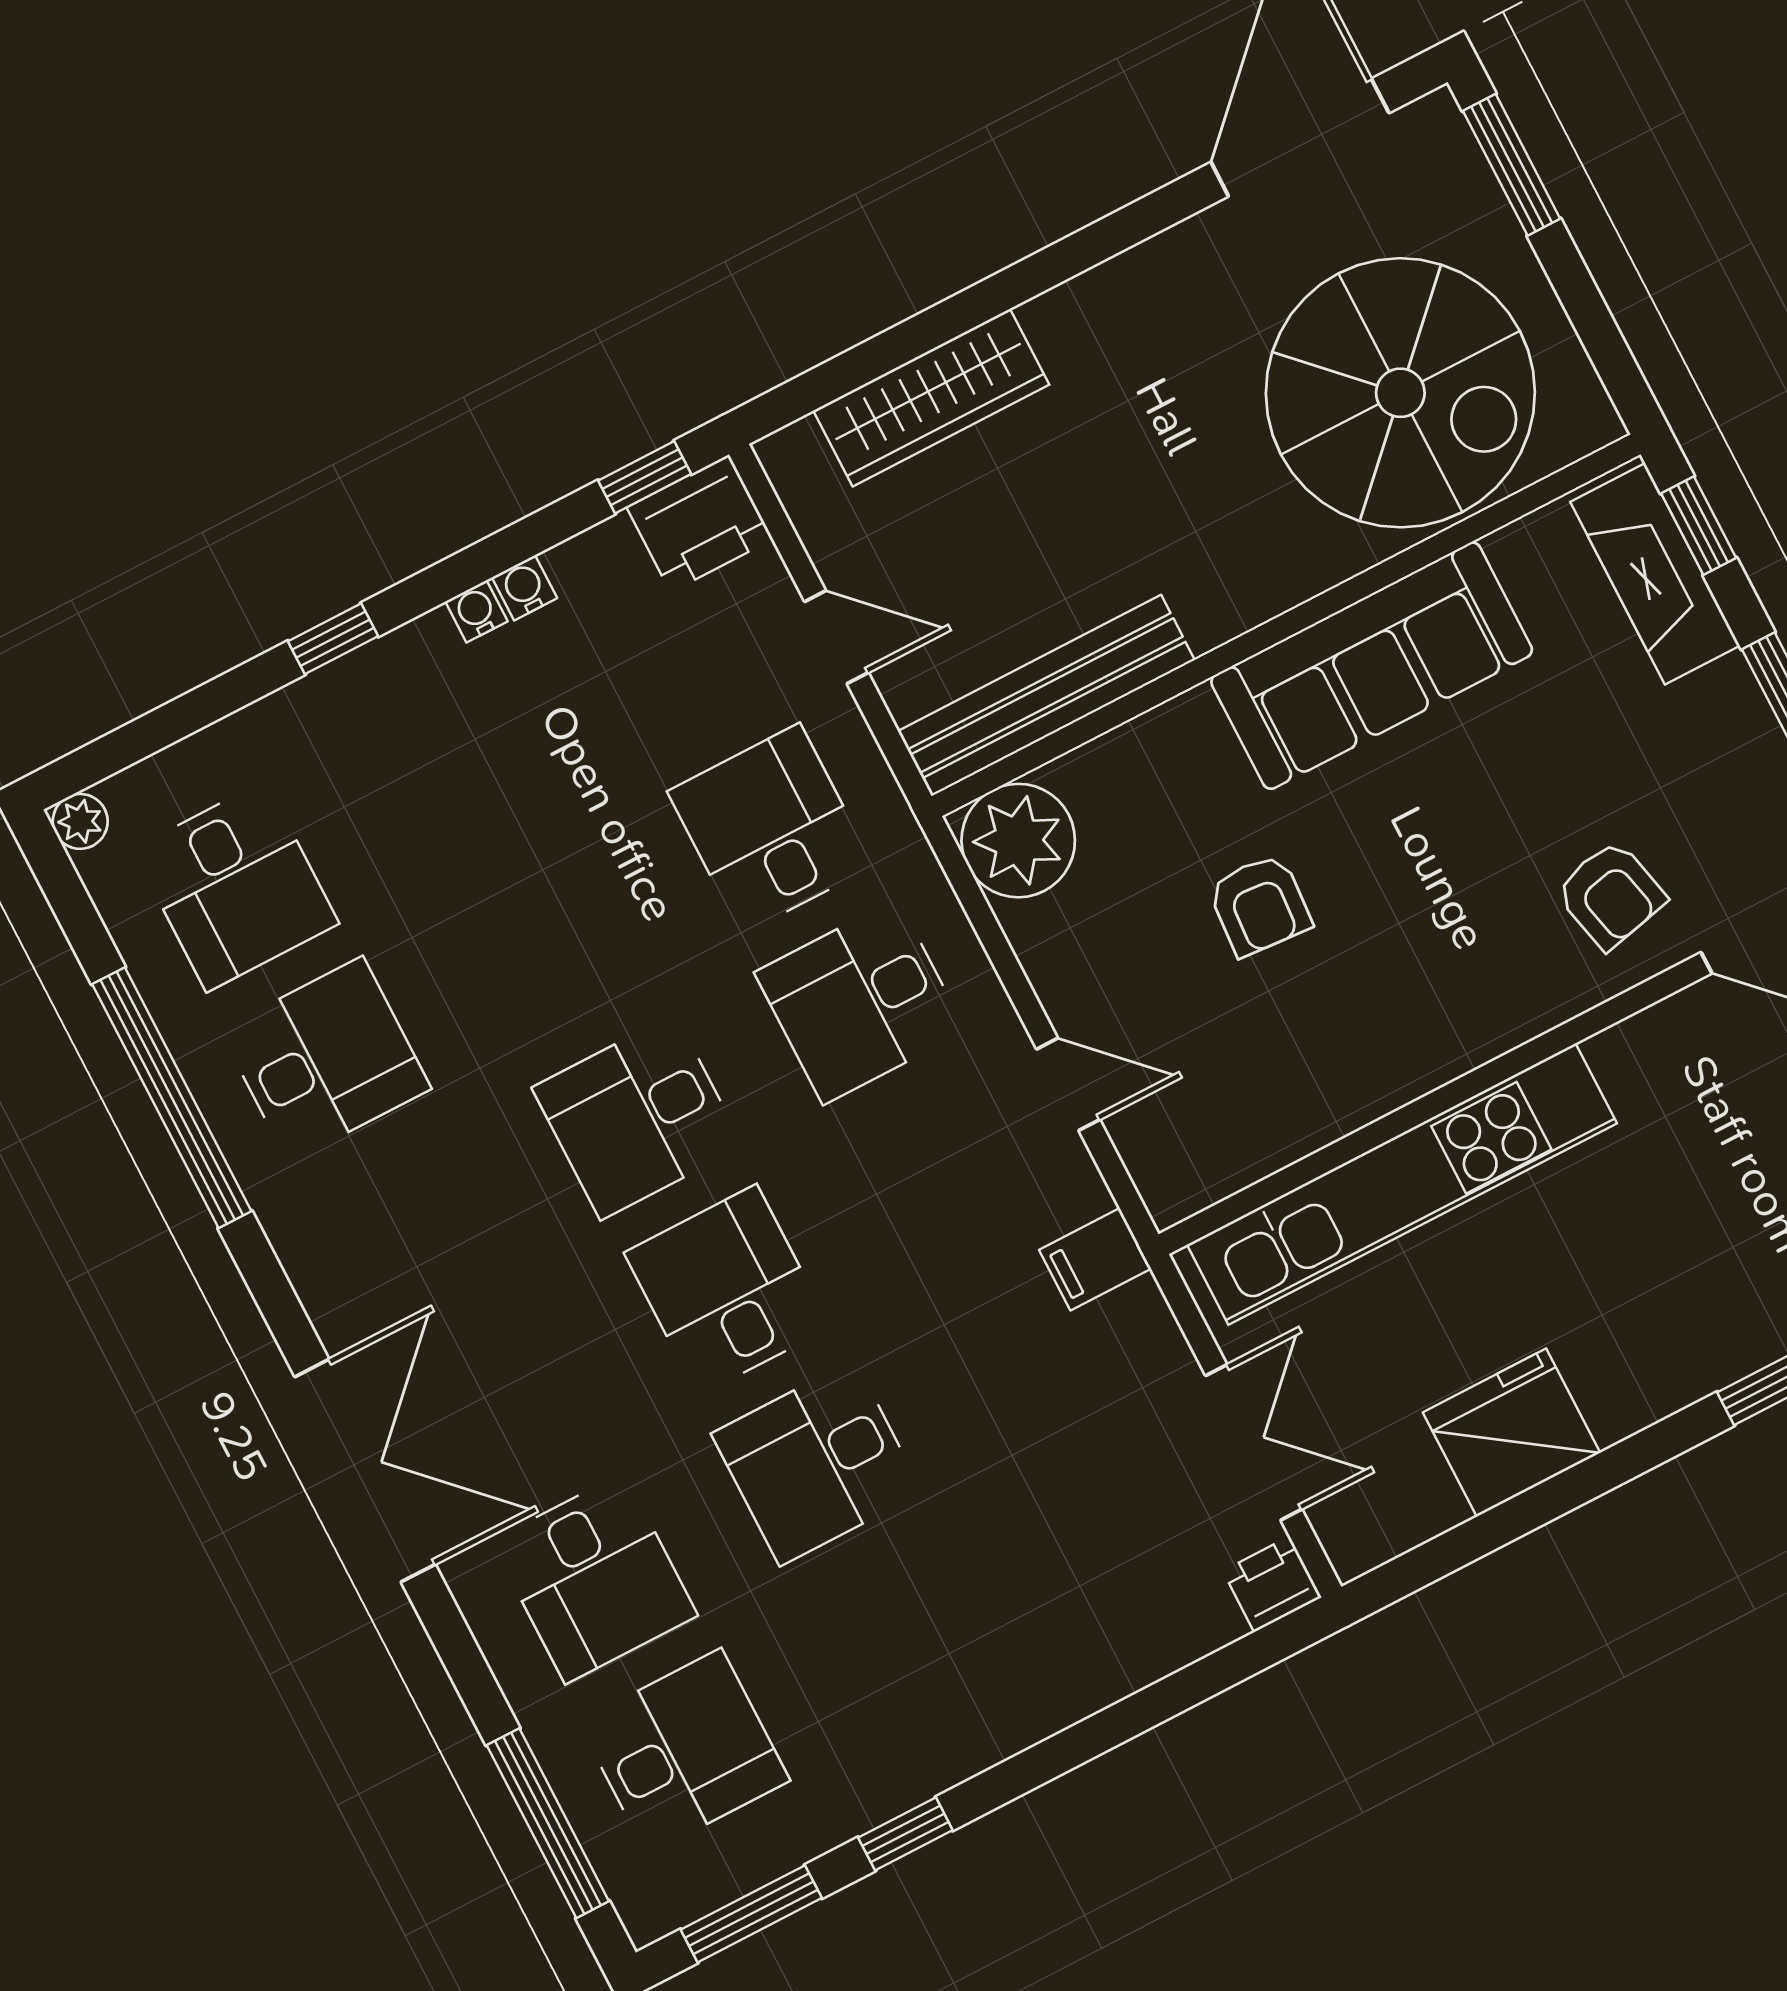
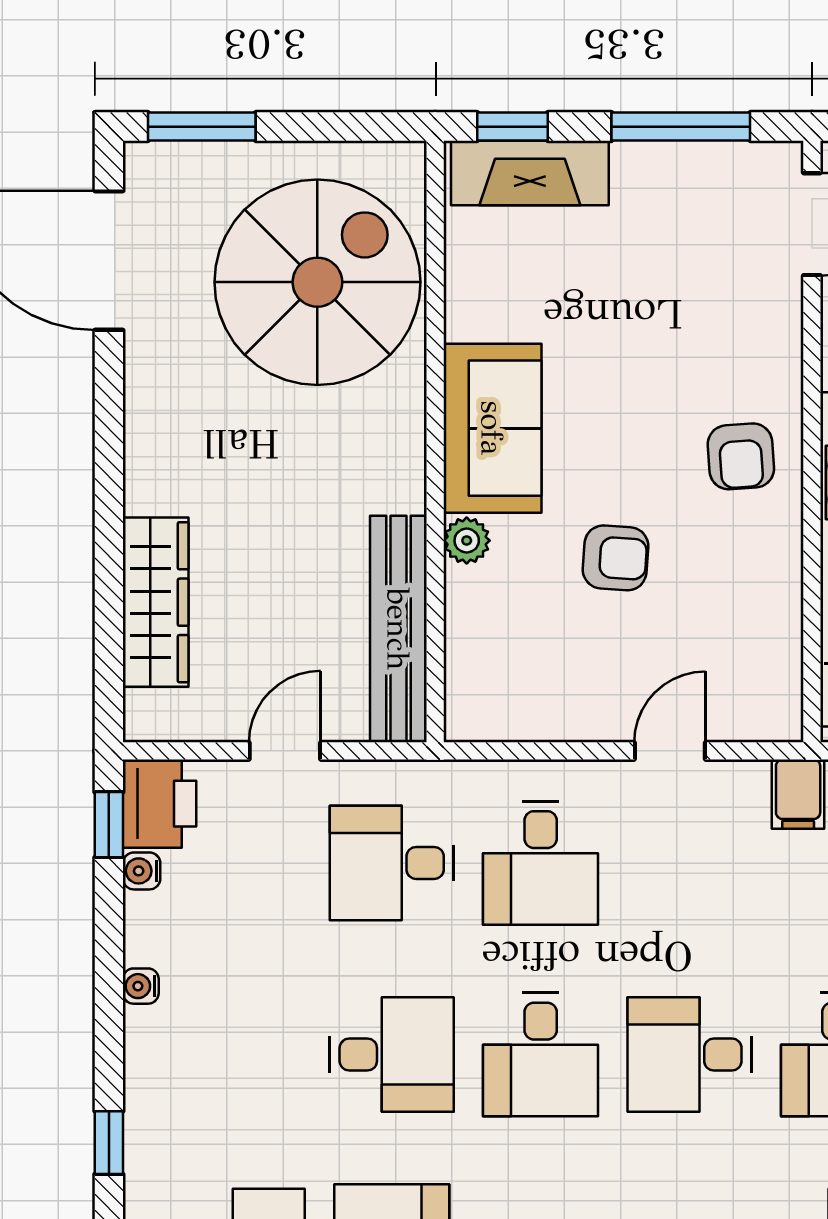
water cooler: (524, 588) -> (142, 871), moved
window: (333, 639) -> (109, 1143), moved
sofa: (1372, 666) -> (492, 428), width x0.73
plant: (1018, 841) -> (467, 541), moved, width x0.53, depth x0.53
armchair: (1611, 895) -> (741, 456), moved, turned 99
desk: (548, 944) -> (392, 1055), added

